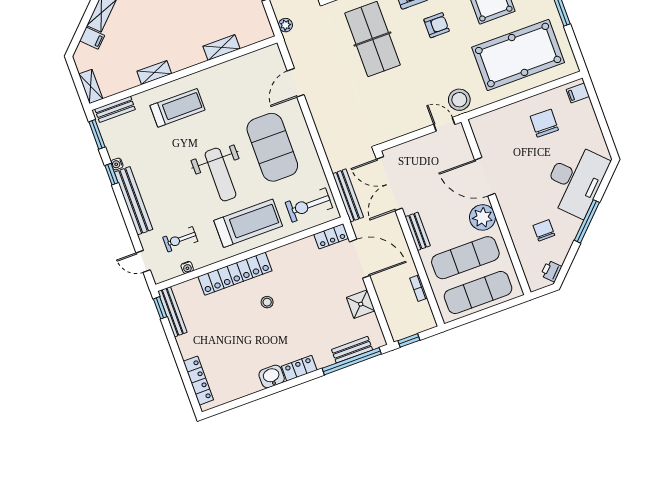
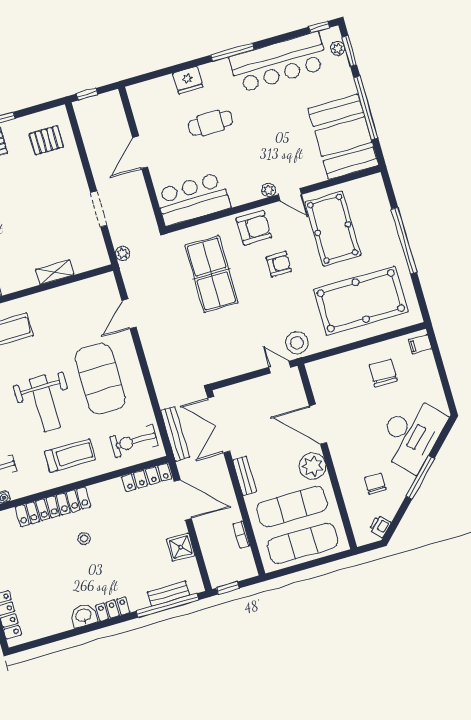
treadmill: (248, 223) -> (70, 456), width x0.73, depth x0.73
locker: (331, 236) -> (147, 477), width x1.53

